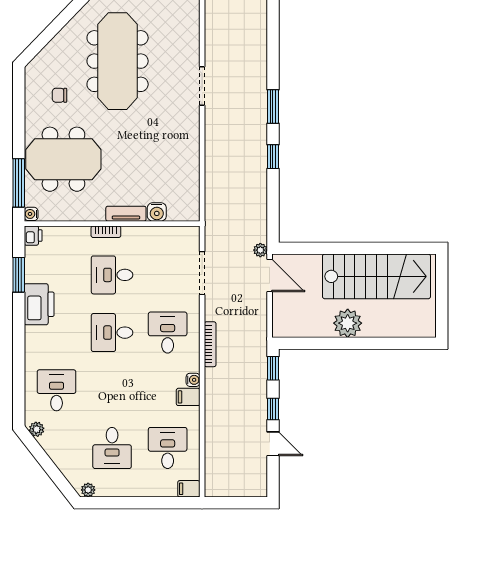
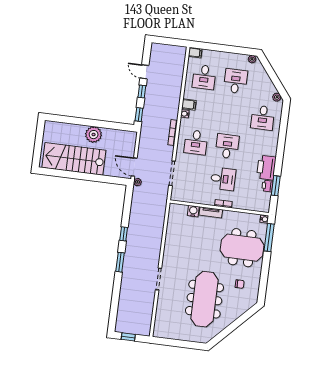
printer: (33, 236) -> (267, 186), moved
desk: (112, 333) -> (227, 146), turned -90

